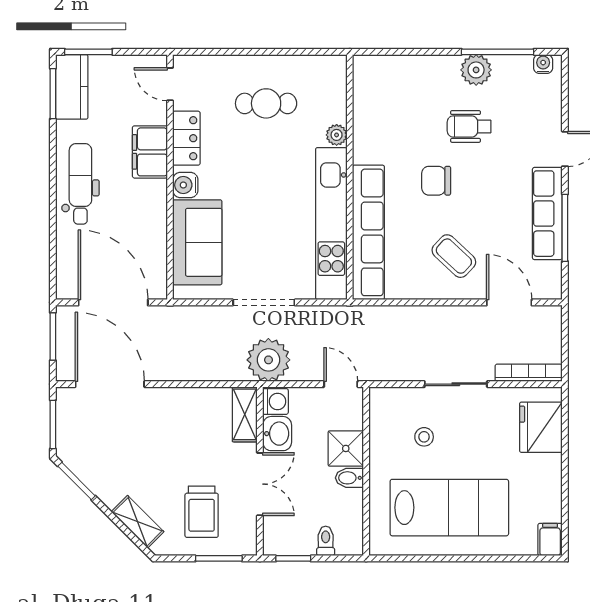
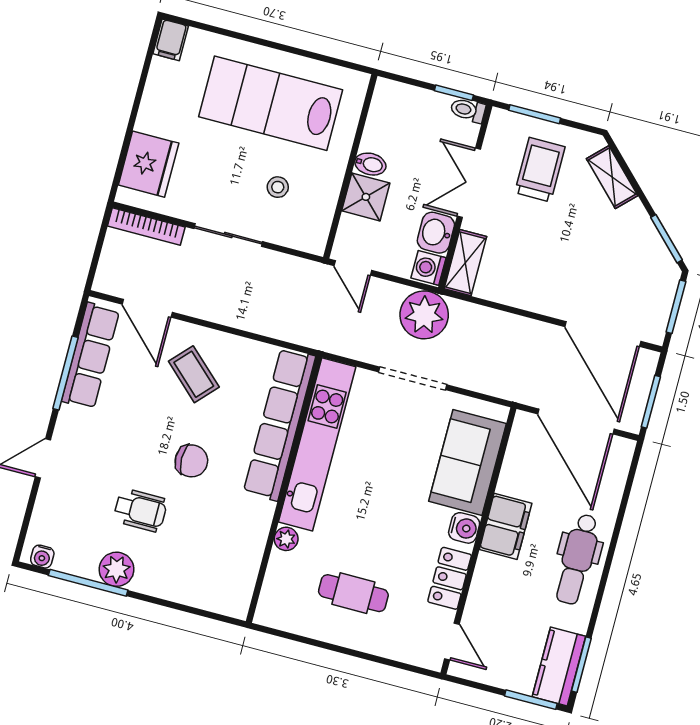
filing cabinet: (150, 152) -> (506, 526), moved
row of seats: (547, 214) -> (90, 356), moved
toilet: (326, 541) -> (468, 110), moved, turned 90

